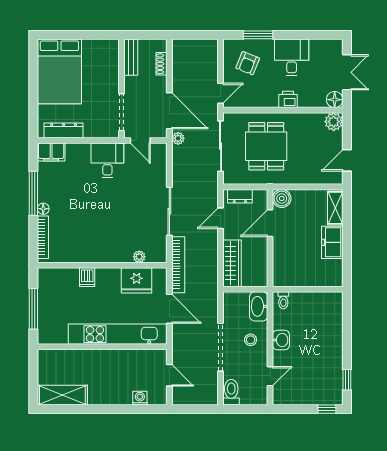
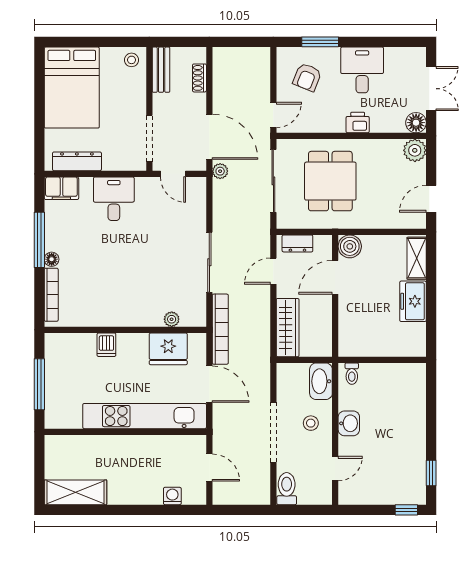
stool: (107, 49) -> (132, 60), added
desk: (107, 160) -> (114, 199), moved

